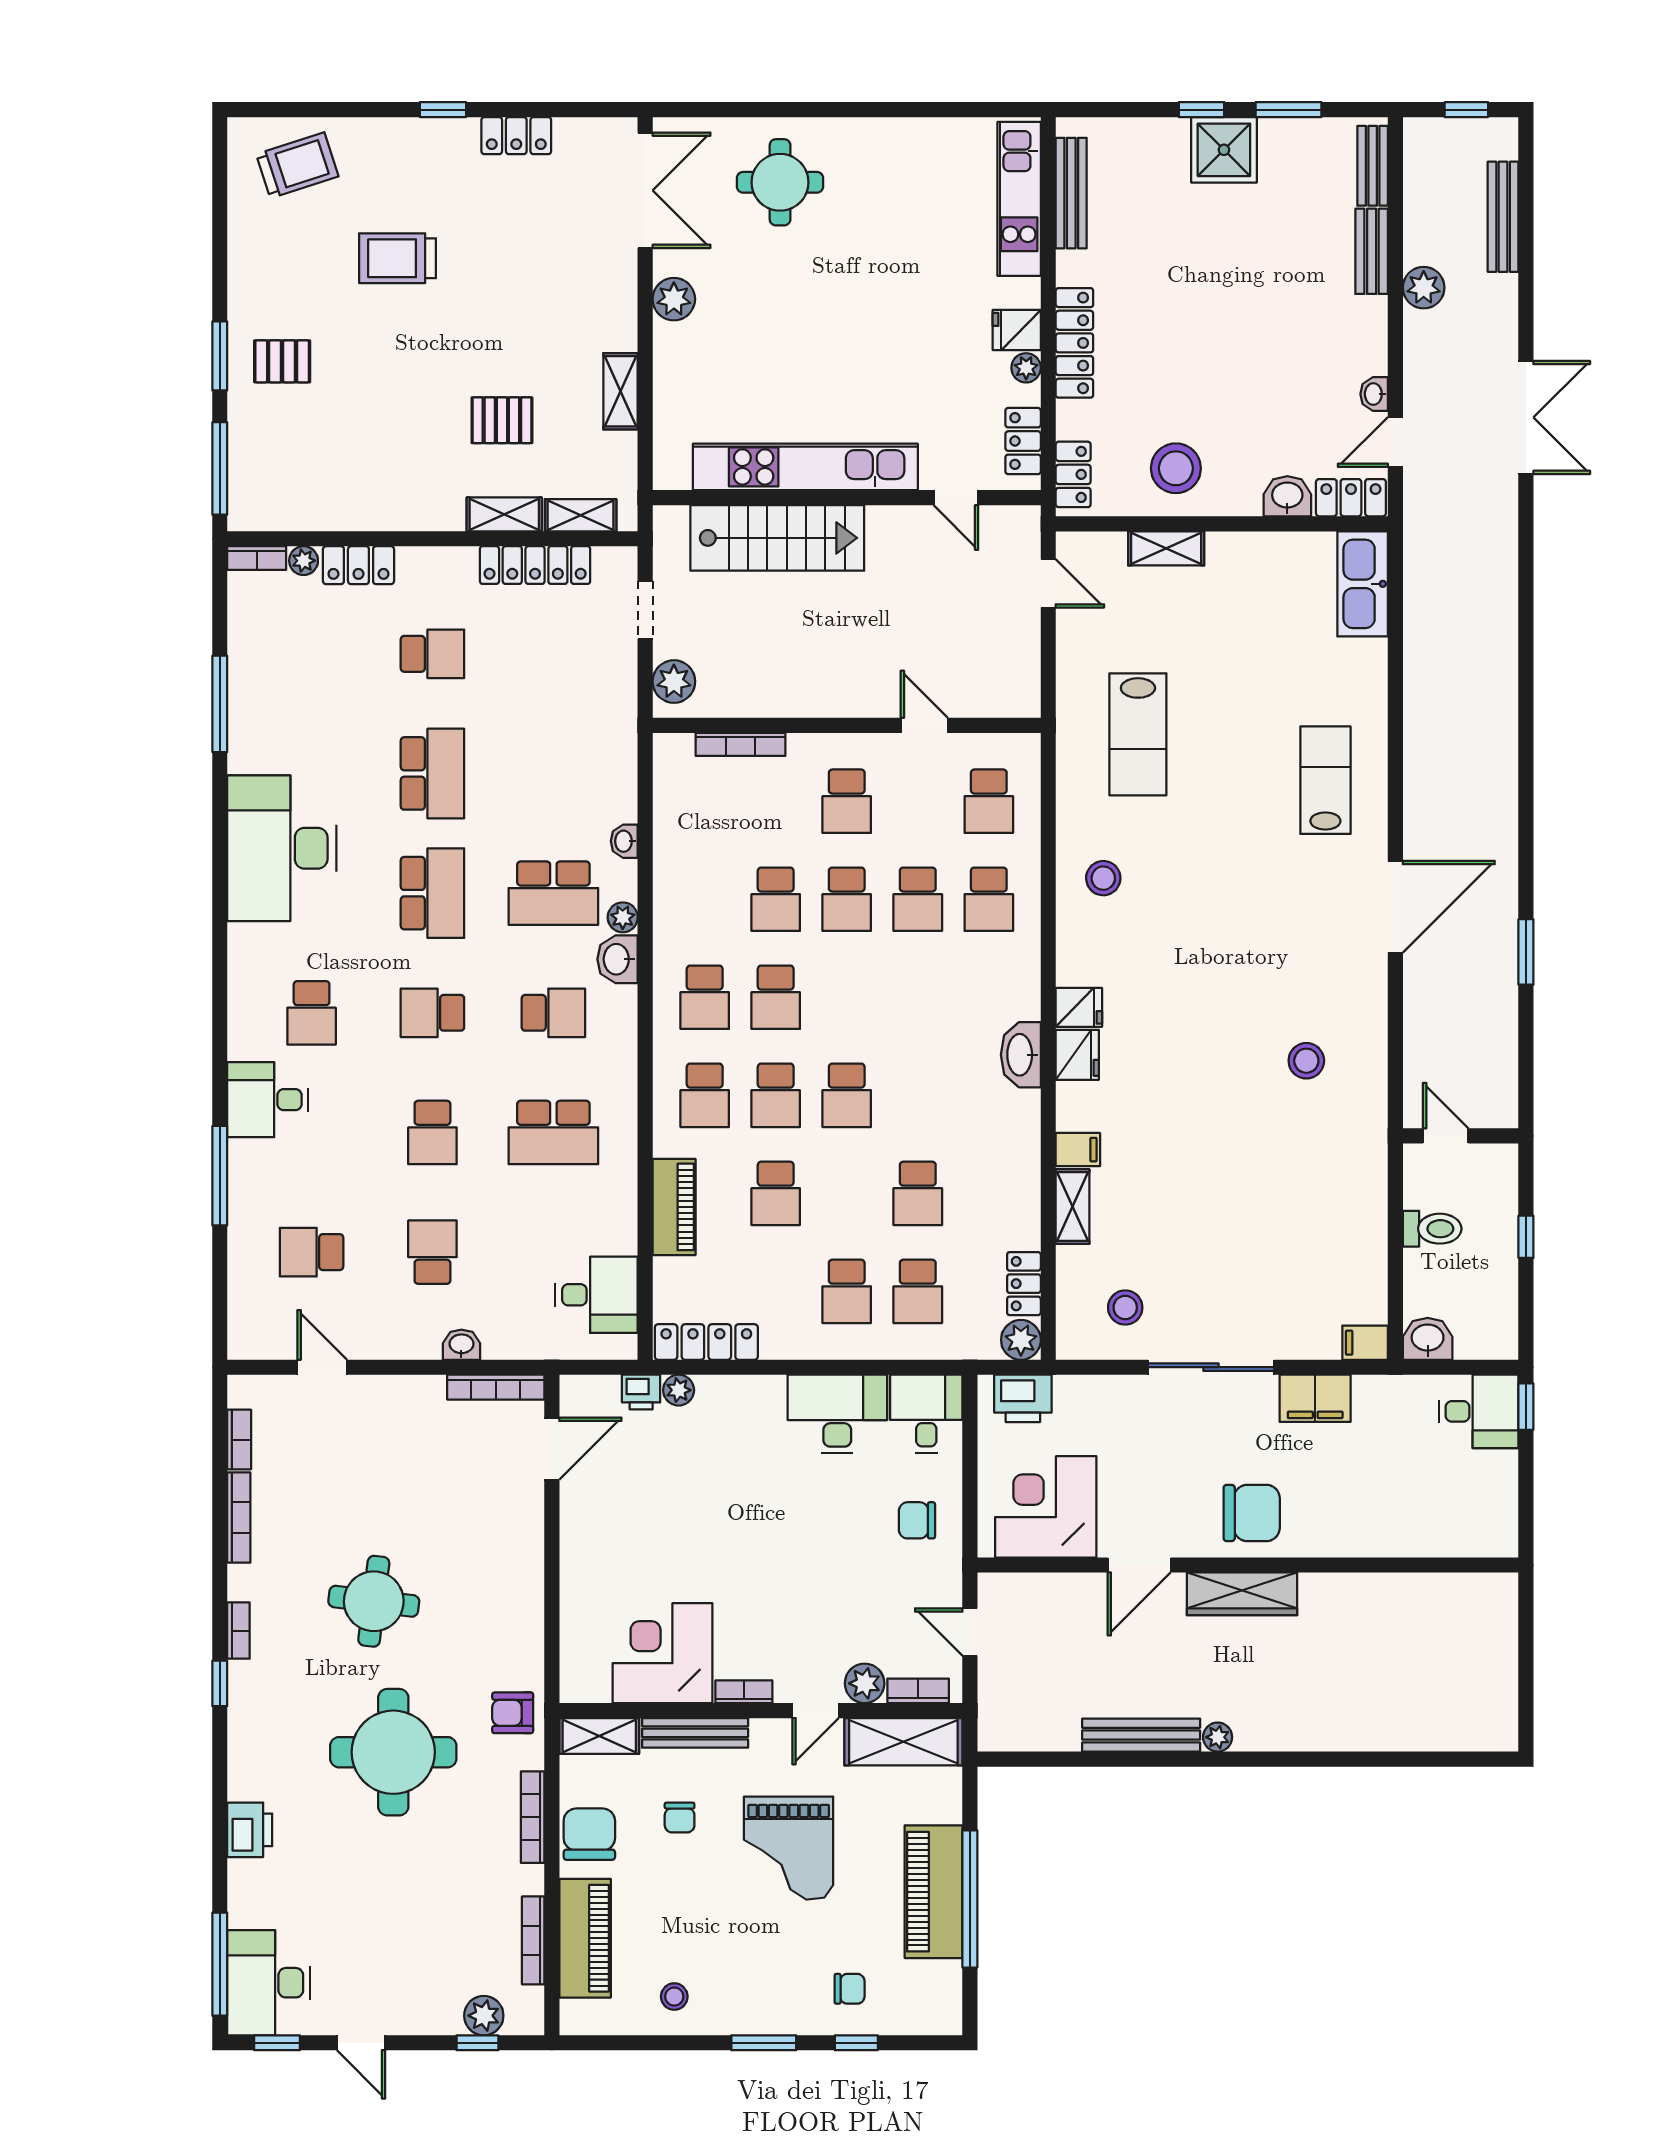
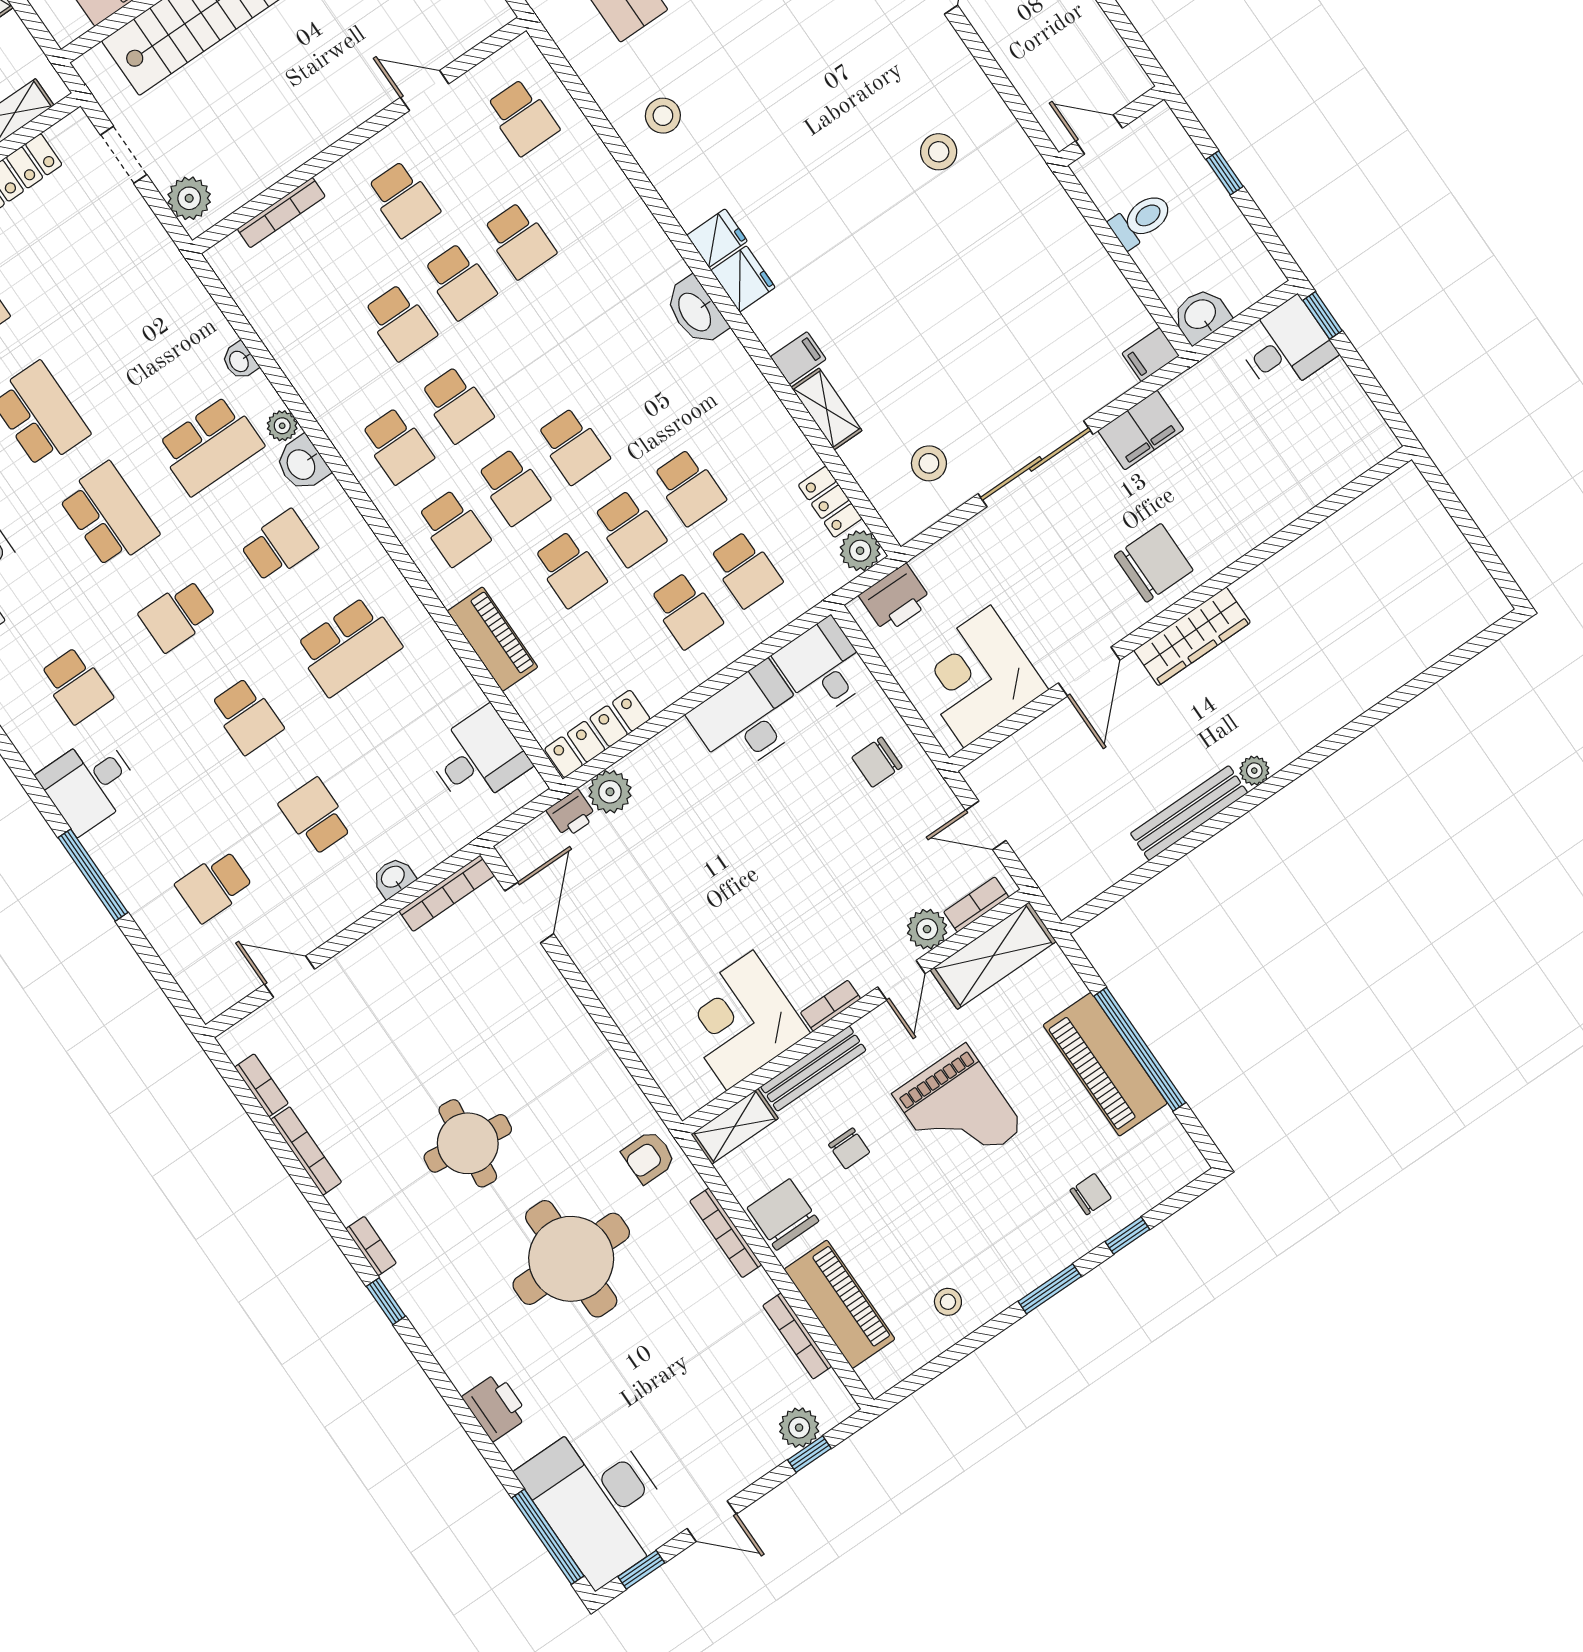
school desk: (989, 899) -> (629, 528), moved
plant: (679, 1390) -> (610, 792), width x1.38, depth x1.38
desk: (268, 1983) -> (599, 1501), width x1.36, depth x1.30

